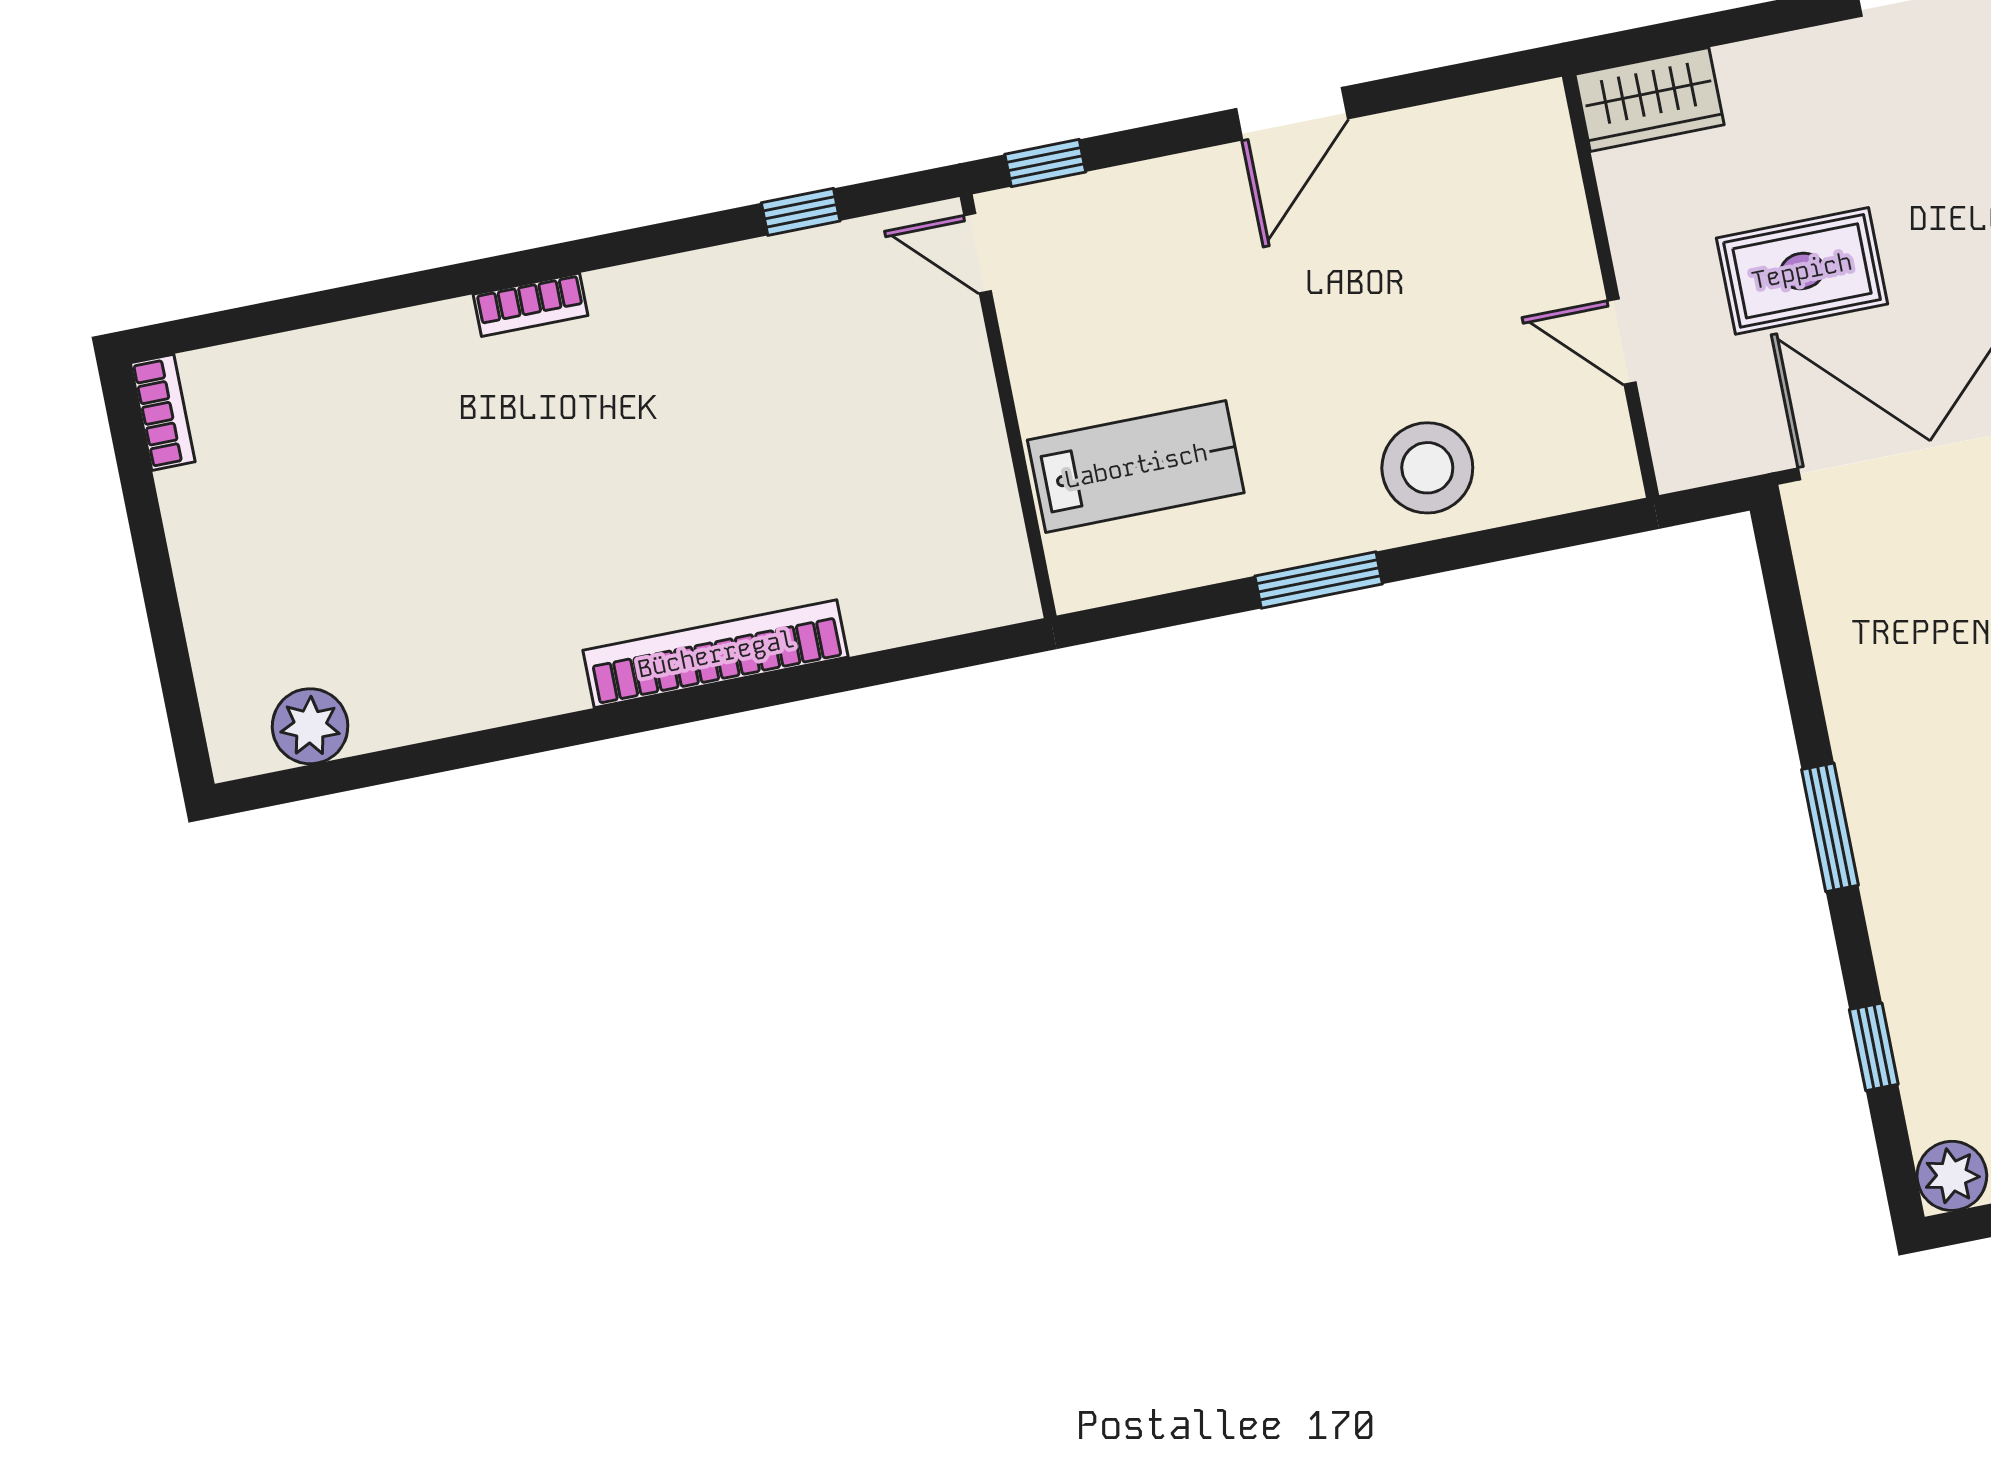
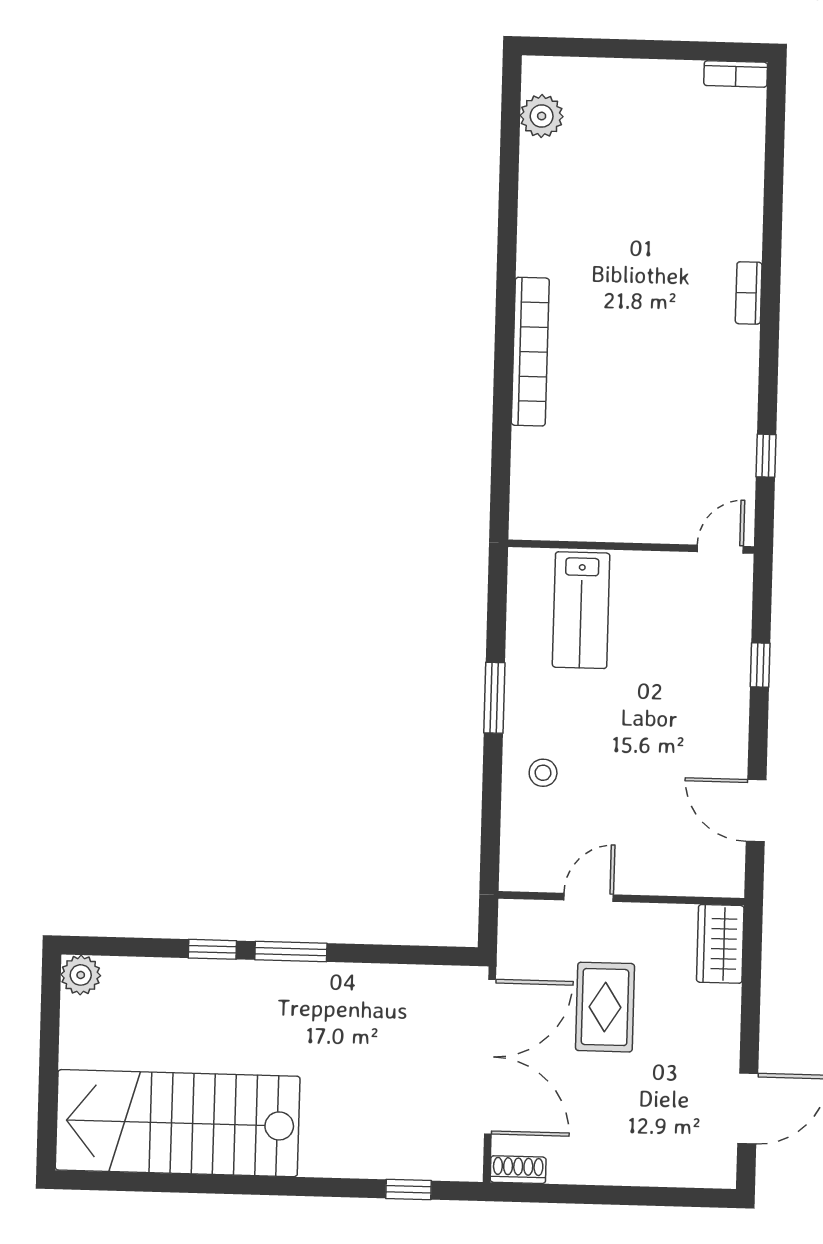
door: (1292, 114) -> (756, 811), moved
window: (1045, 163) -> (760, 665), moved
stool: (1427, 468) -> (543, 773), width x0.53, depth x0.53
window: (1874, 1047) -> (212, 949), moved

